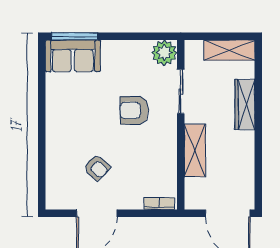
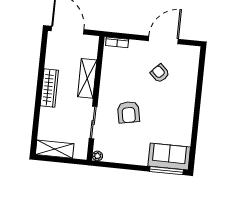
plant: (164, 53) -> (97, 156), width x0.53, depth x0.53
wardrobe: (245, 105) -> (49, 88), moved
armchair: (134, 110) -> (128, 112), turned 79

